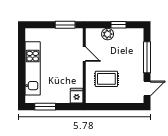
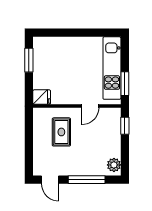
window: (118, 25) -> (125, 126), moved
plant: (108, 34) -> (114, 165), moved
kitchen unit: (33, 68) -> (112, 68), moved, turned 90

